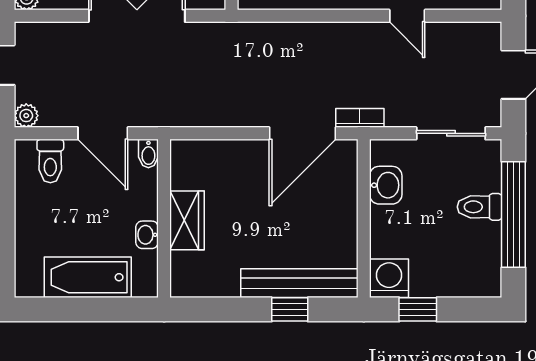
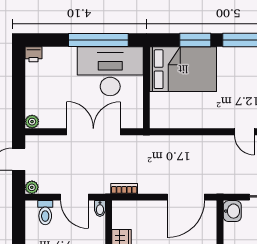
bookcase: (360, 118) -> (124, 189), moved
washbasin: (386, 185) -> (232, 211), moved

